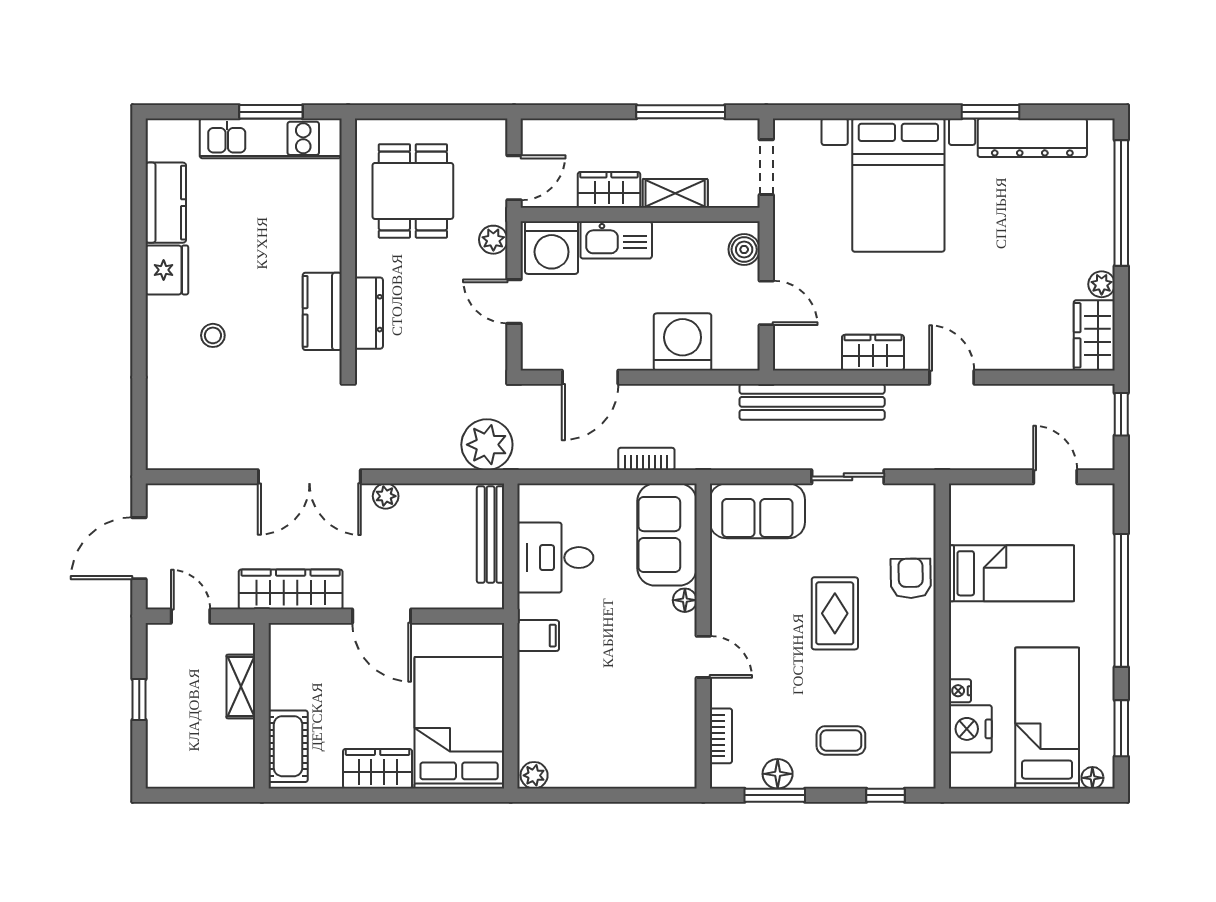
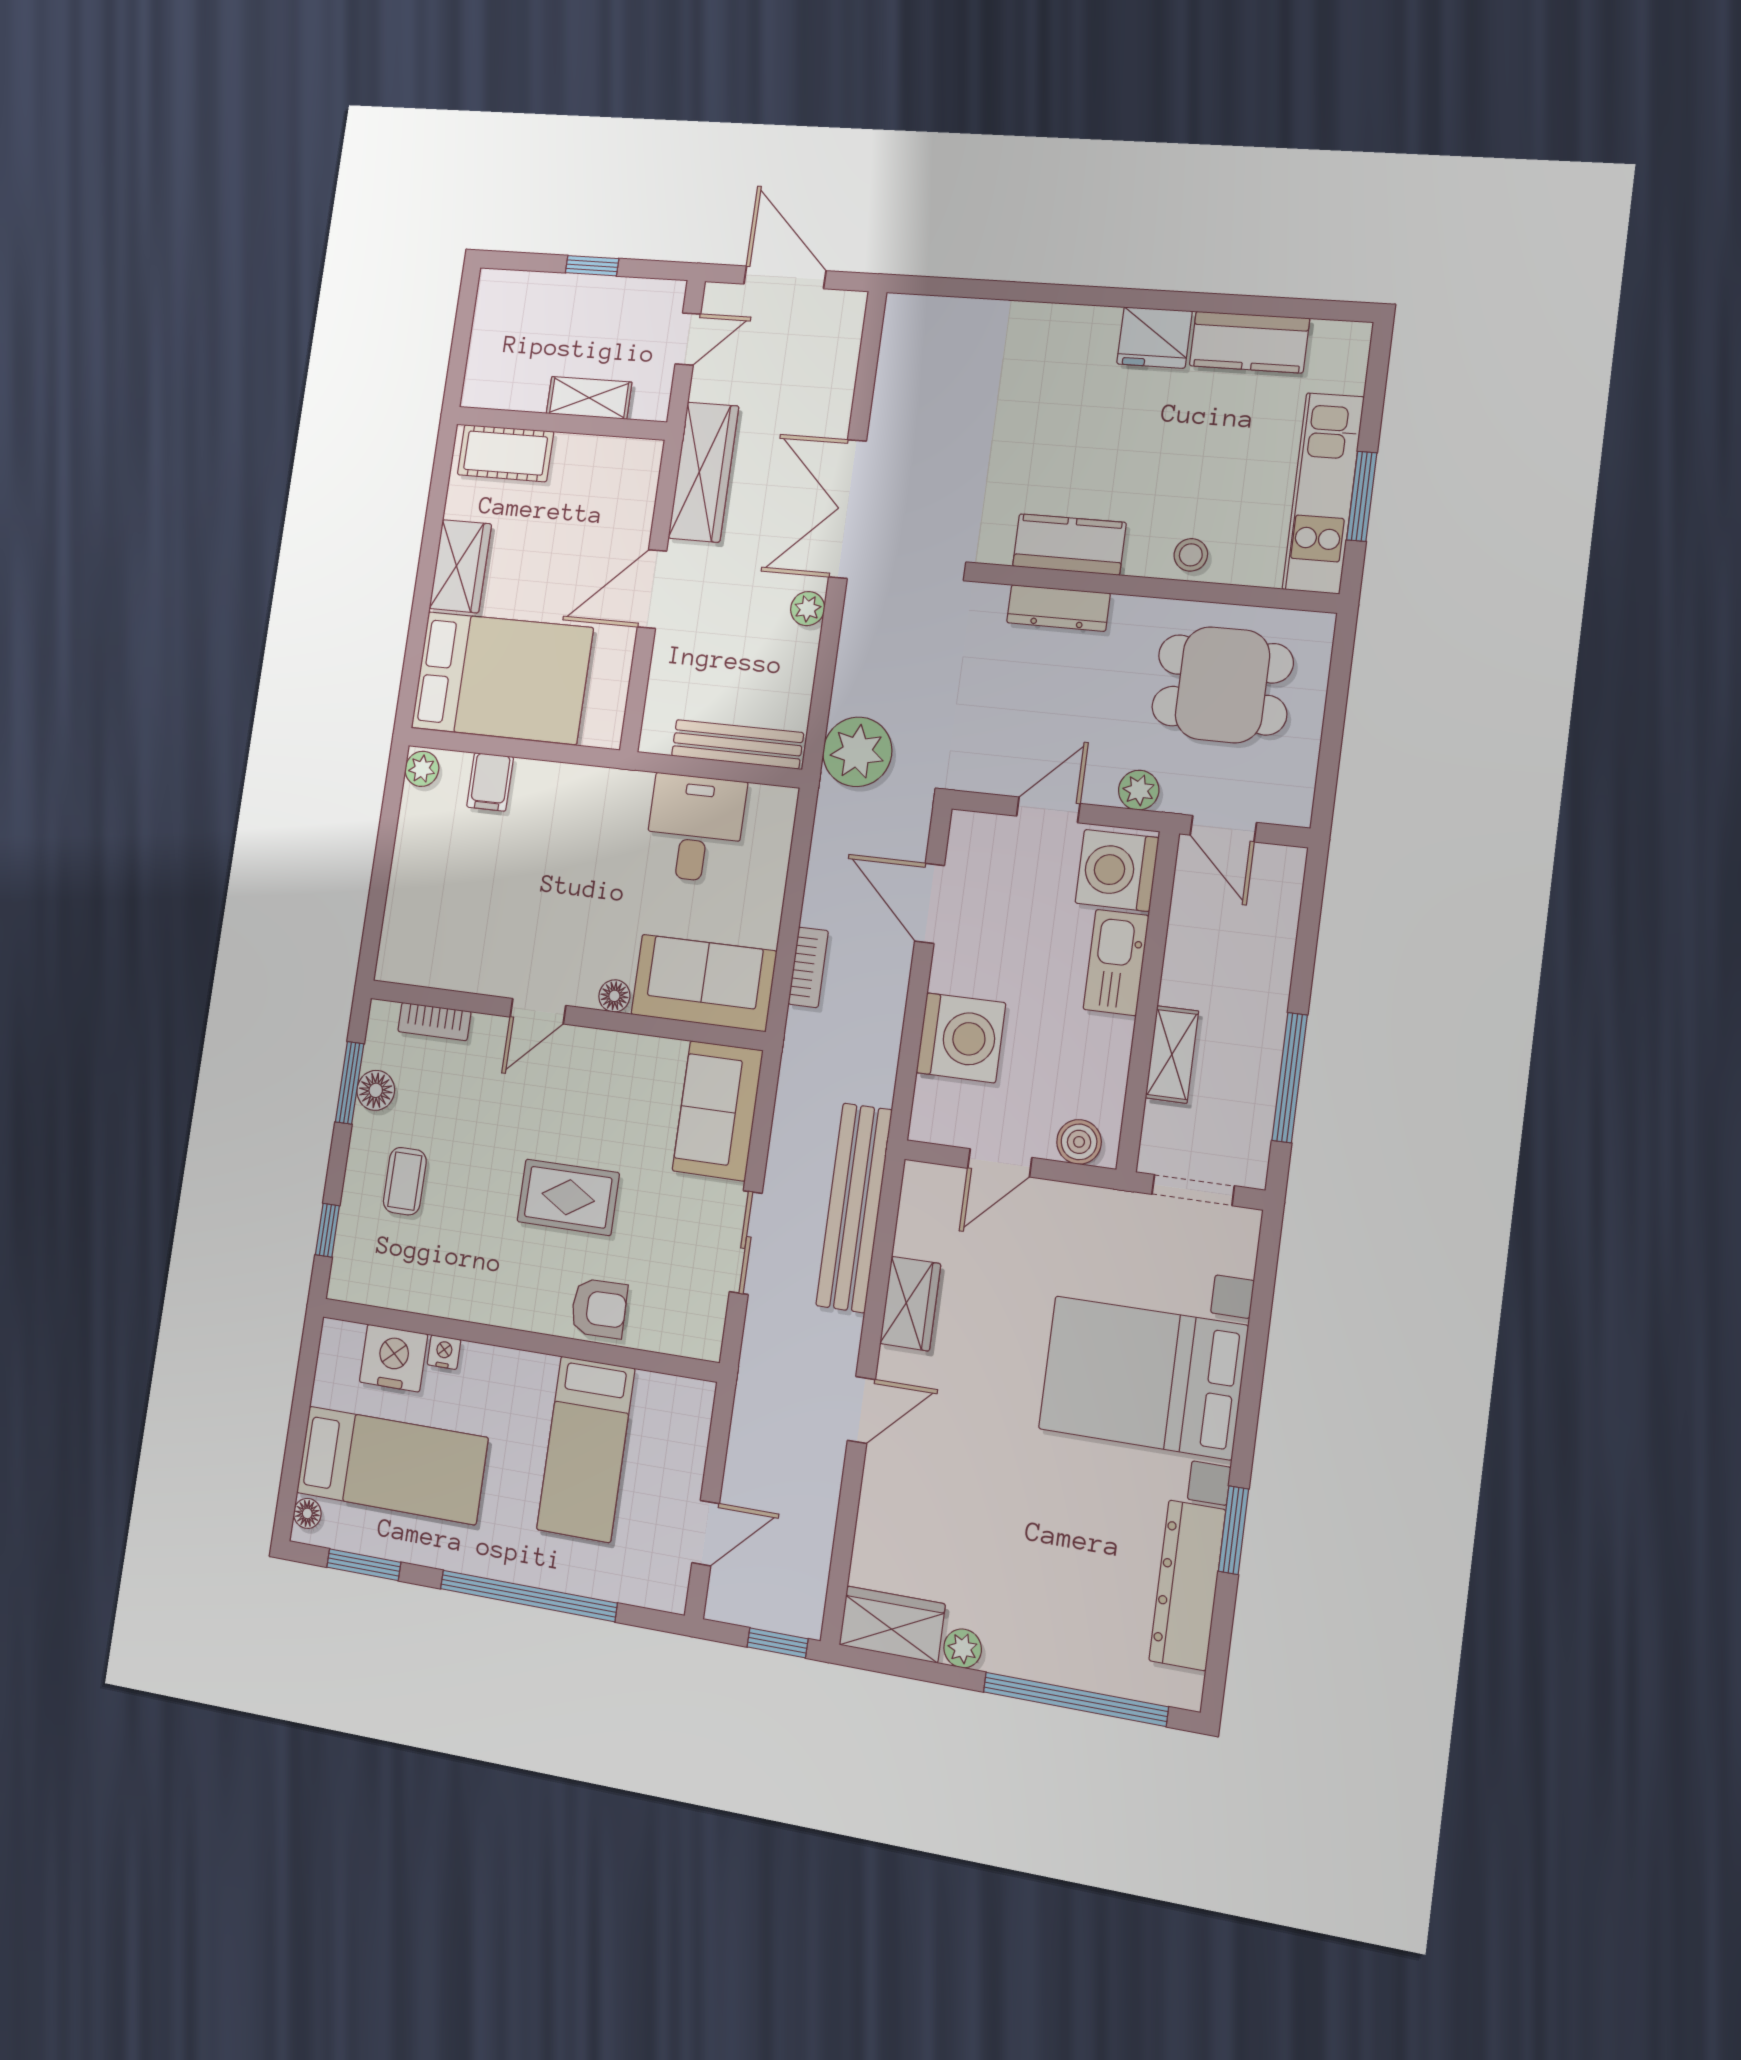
wardrobe: (609, 190) -> (1189, 961), removed
stool: (213, 335) -> (1191, 555), moved
filing cabinet: (538, 636) -> (490, 782), moved

